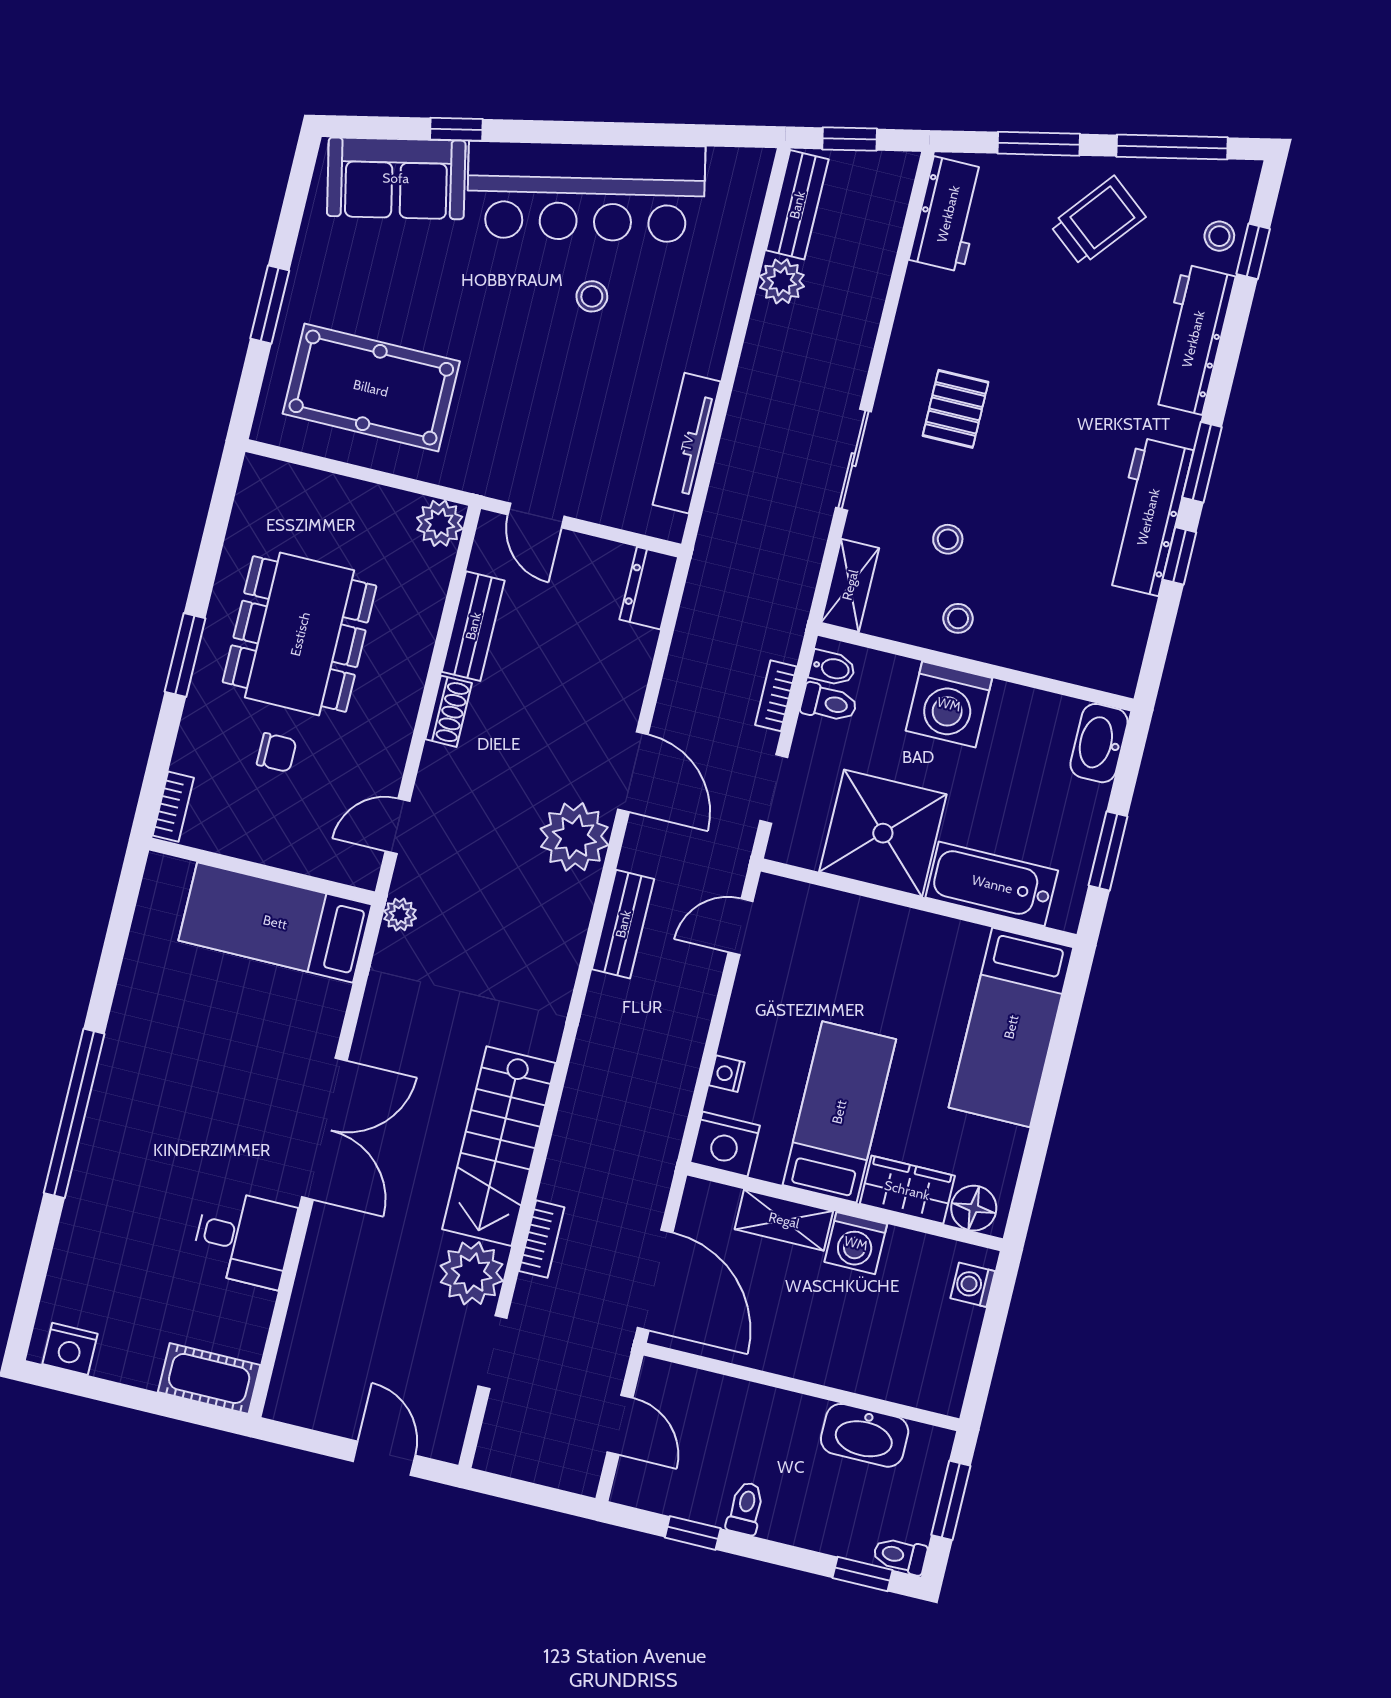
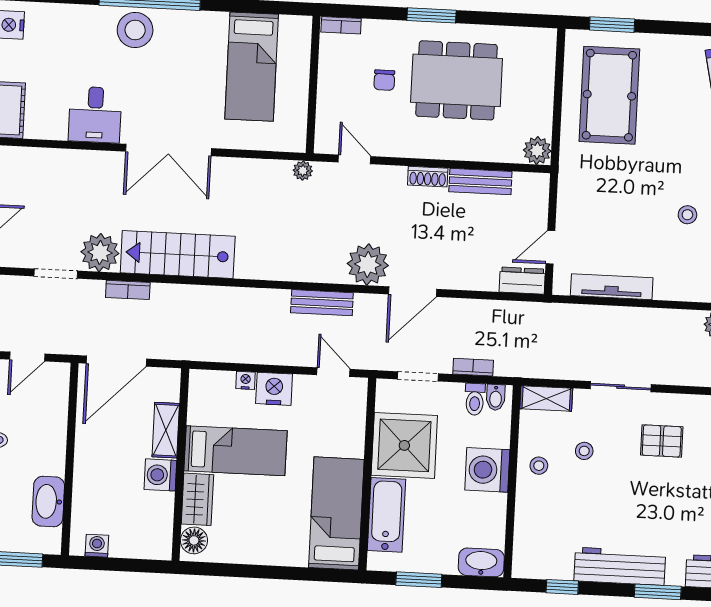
window: (270, 305) -> (612, 25), moved
door: (536, 515) -> (550, 247), moved
window: (1179, 556) -> (562, 587), moved
bed: (275, 922) -> (252, 67), moved, turned 180
bed: (1011, 1027) -> (336, 513), moved, turned 90
nightstand: (725, 1144) -> (274, 389), moved, turned 90
stool: (117, 1146) -> (135, 30), added
washing machine: (973, 1285) -> (97, 546), moved

